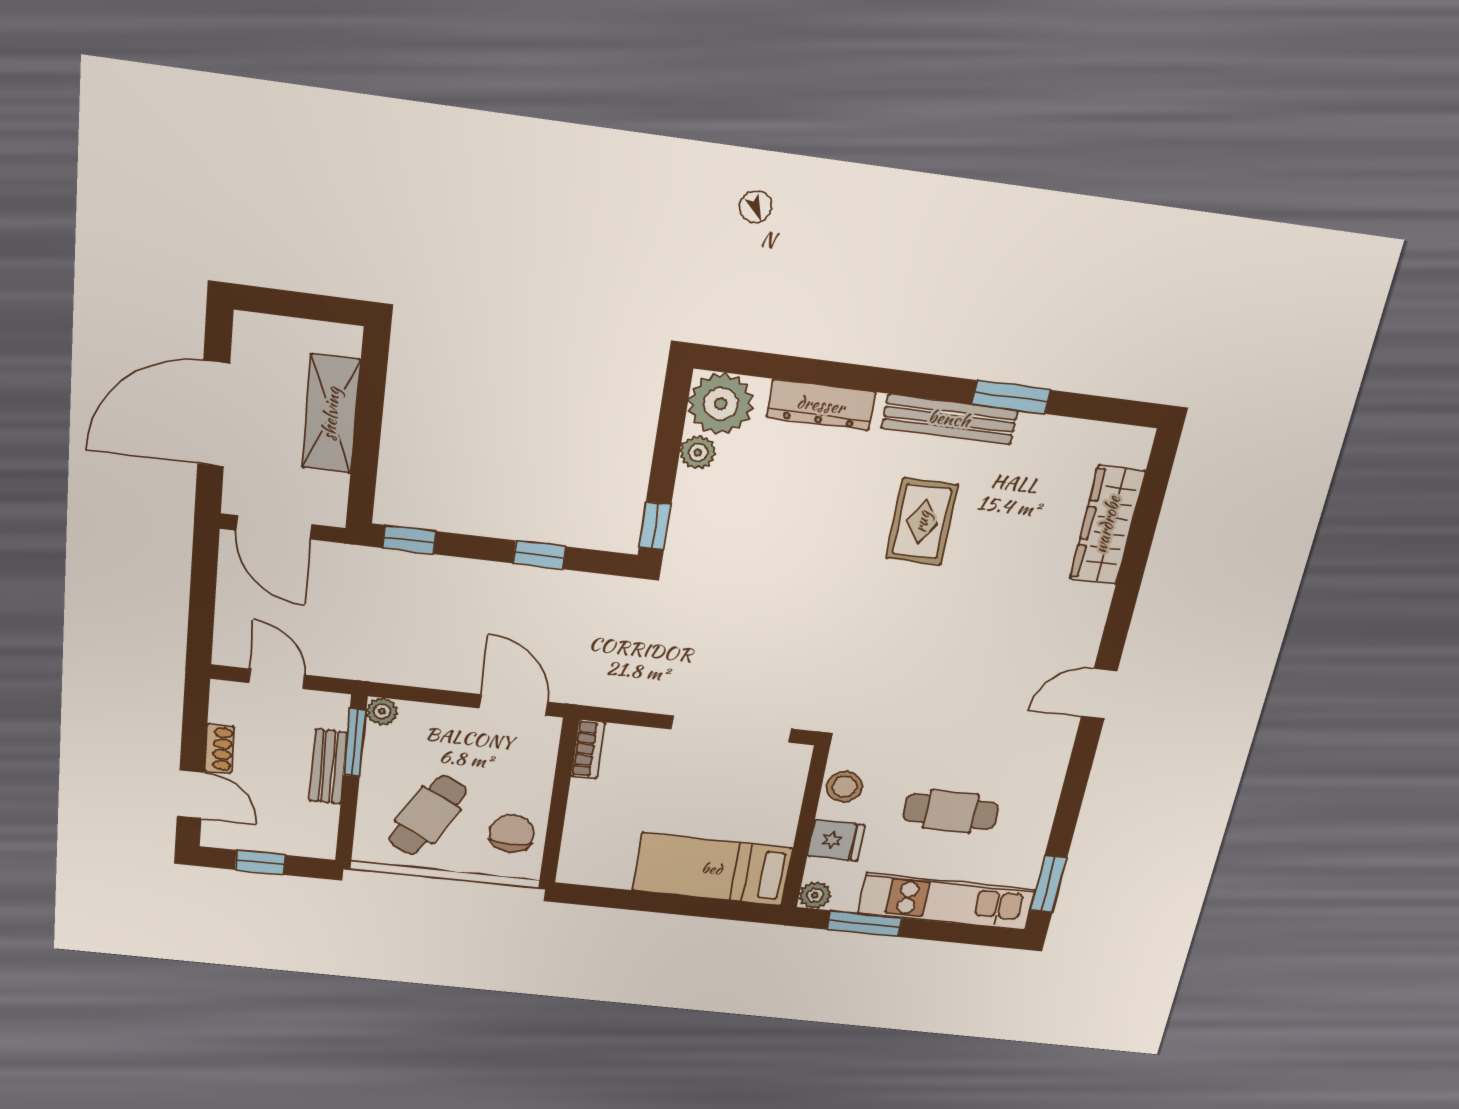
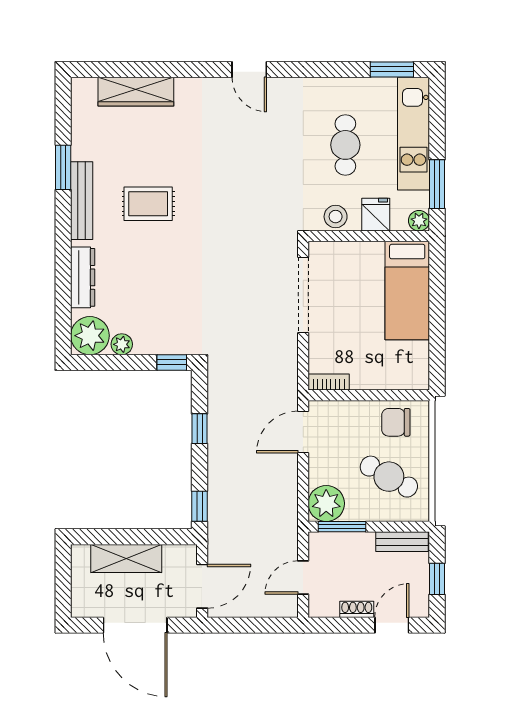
plant: (382, 711) -> (326, 503), width x1.87, depth x1.87
bench: (328, 767) -> (402, 542), moved

